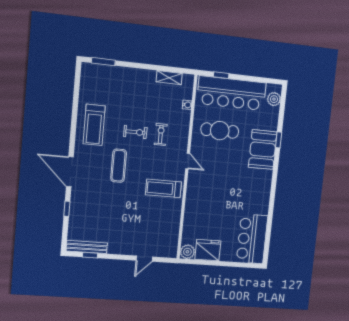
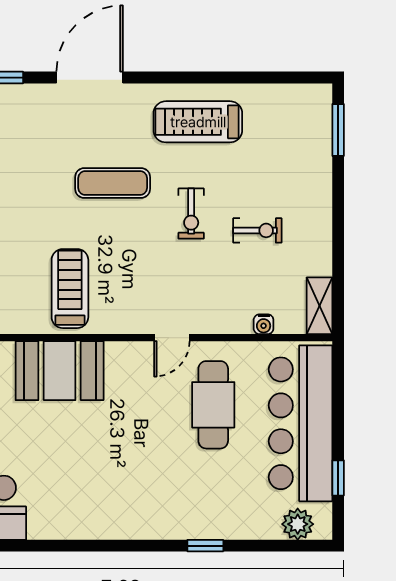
window: (221, 75) -> (338, 478), moved
shelving: (169, 78) -> (320, 306), moved
exercise bike: (161, 135) -> (257, 230), moved
booth: (263, 150) -> (60, 371), moved
door: (188, 161) -> (172, 338), moved

